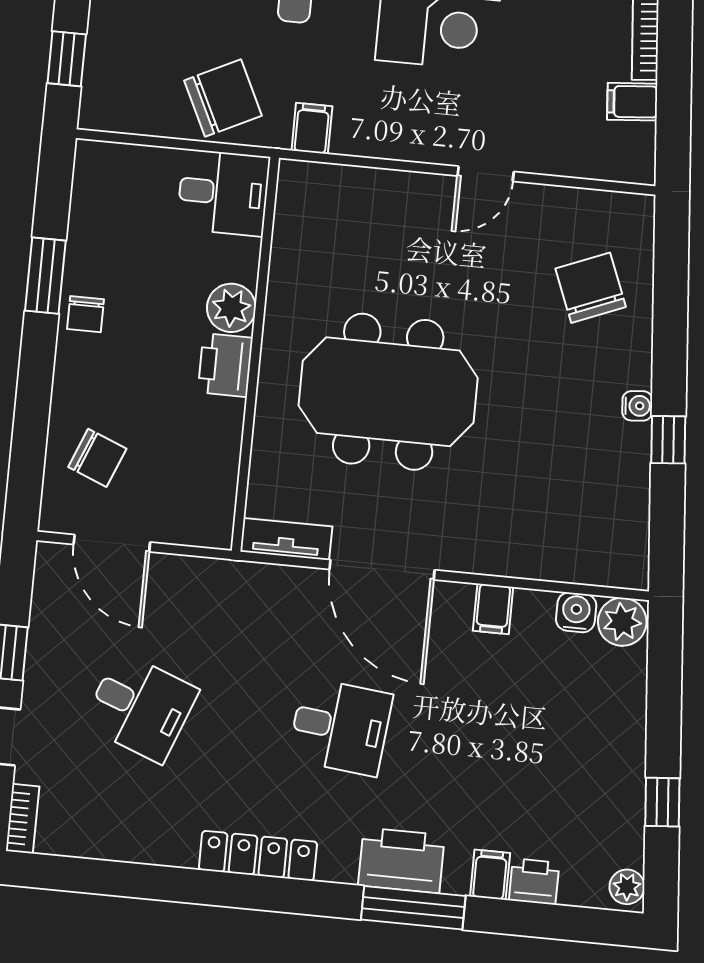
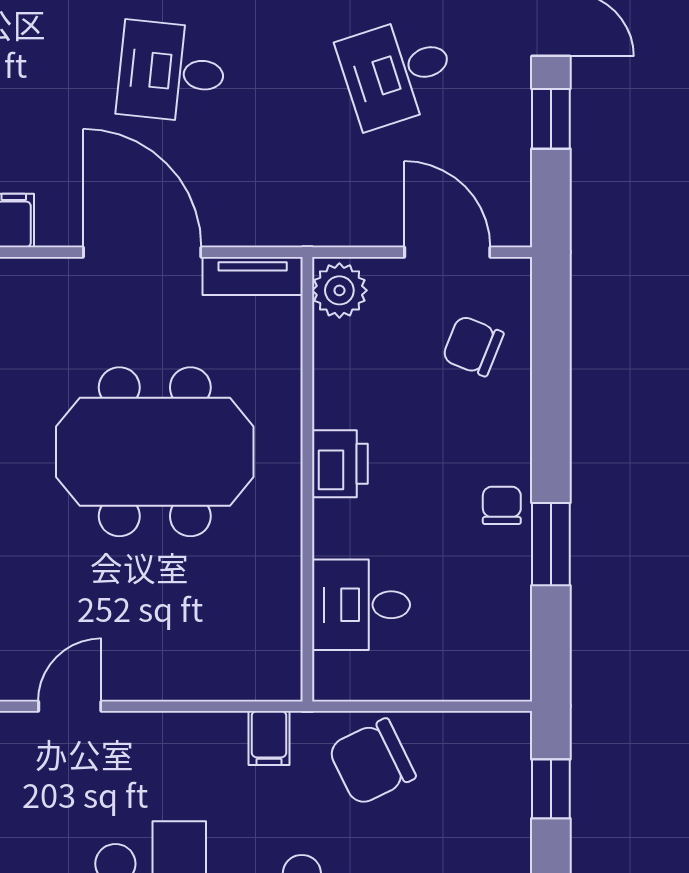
desk: (223, 193) -> (361, 605), moved
plant: (231, 308) -> (339, 290), moved
desk: (140, 707) -> (397, 72), turned -39

